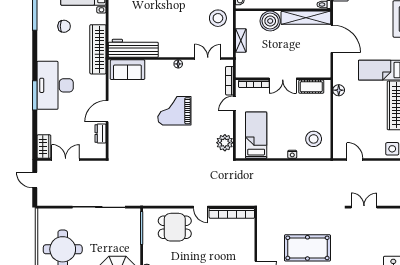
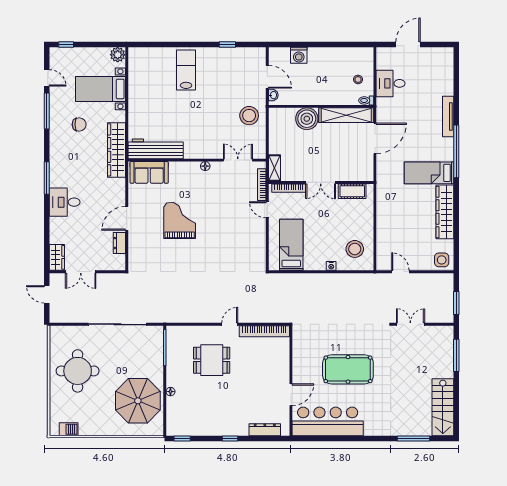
door: (332, 39) -> (375, 138), hinge flipped
shelving: (241, 40) -> (274, 168), moved
desk: (55, 85) -> (65, 202), width x0.53, depth x0.77
floor lamp: (339, 90) -> (382, 195), removed
window: (35, 95) -> (47, 178), moved
door: (234, 103) -> (267, 210), hinge flipped
grand piano: (174, 111) -> (180, 220), moved, turned 90
plant: (225, 143) -> (257, 253), removed
double door: (66, 160) -> (81, 272), swing flipped
door: (201, 207) -> (230, 324), swing flipped
dining table: (175, 227) -> (212, 360), moved

